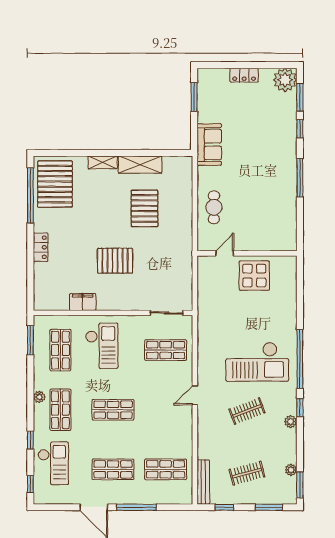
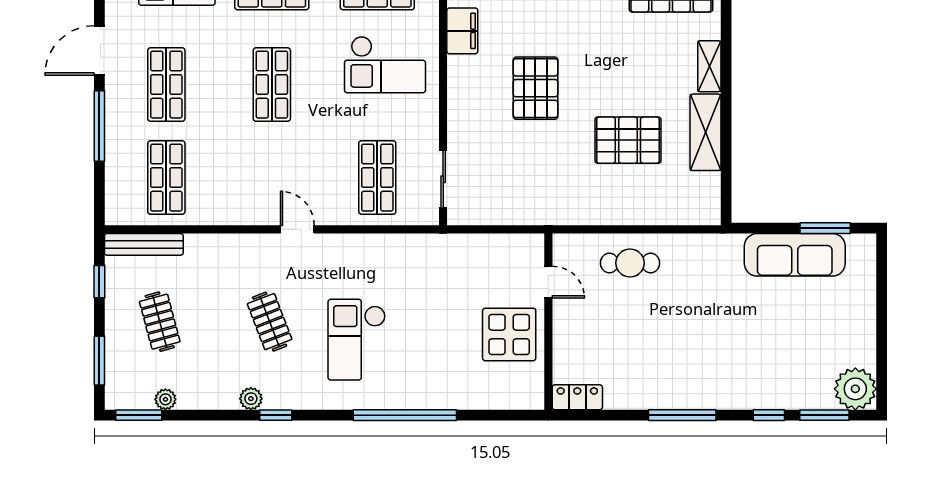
locker: (244, 75) -> (577, 397), moved, turned 90
sofa: (209, 145) -> (795, 255), moved, width x1.36
window: (300, 359) -> (405, 415), moved
checkout: (257, 362) -> (357, 340), width x0.73, depth x0.83

